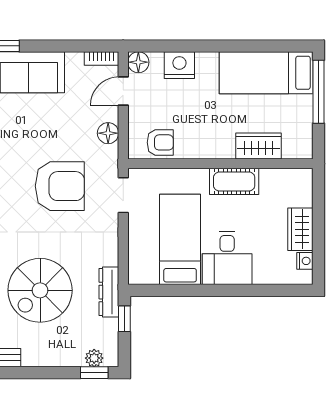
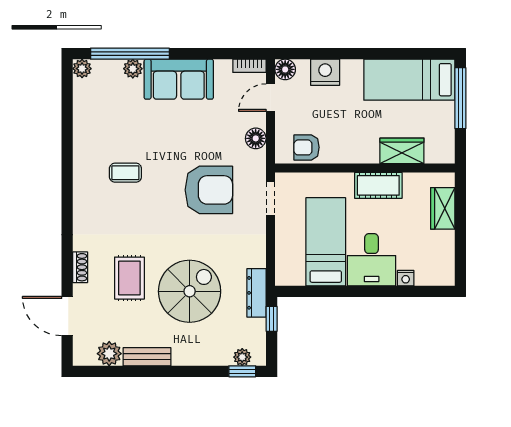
armchair: (160, 142) -> (306, 147), turned 180
wardrobe: (300, 229) -> (443, 208), moved
nightstand: (305, 261) -> (406, 278), moved, turned 90
spiral stairs: (40, 290) -> (190, 291), turned 180

